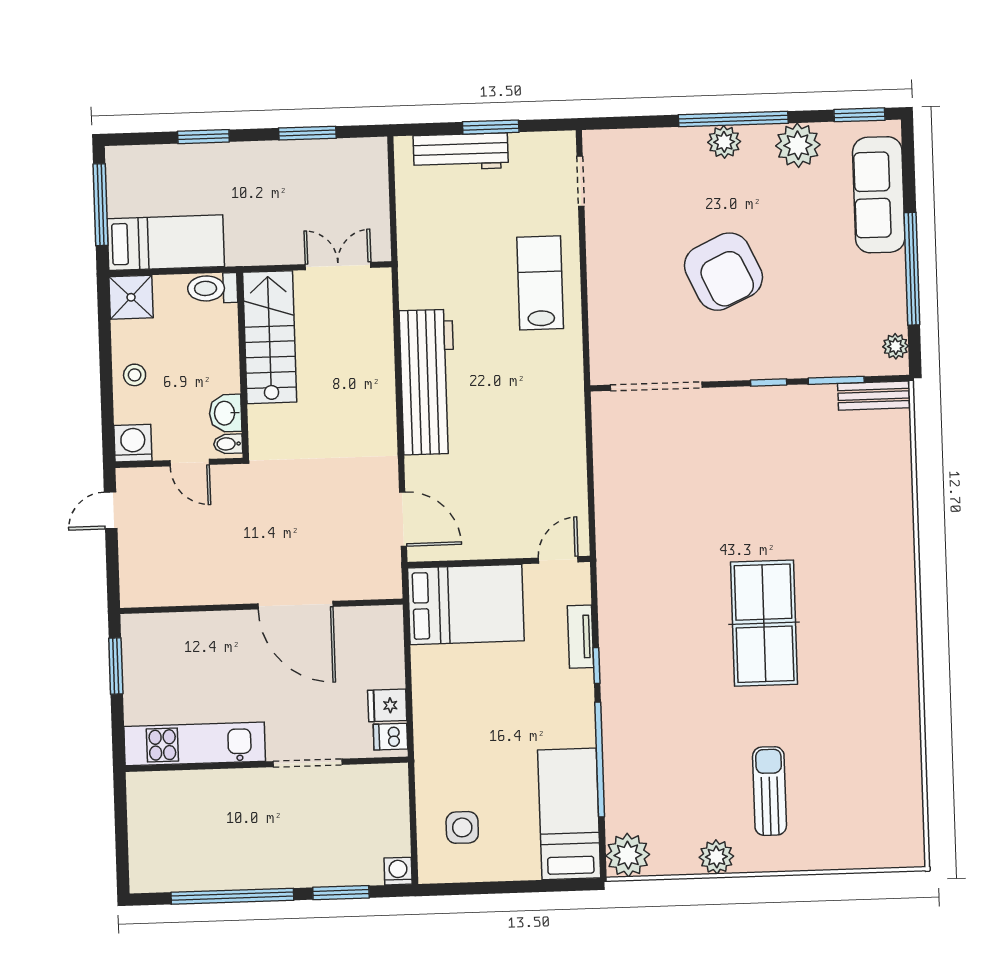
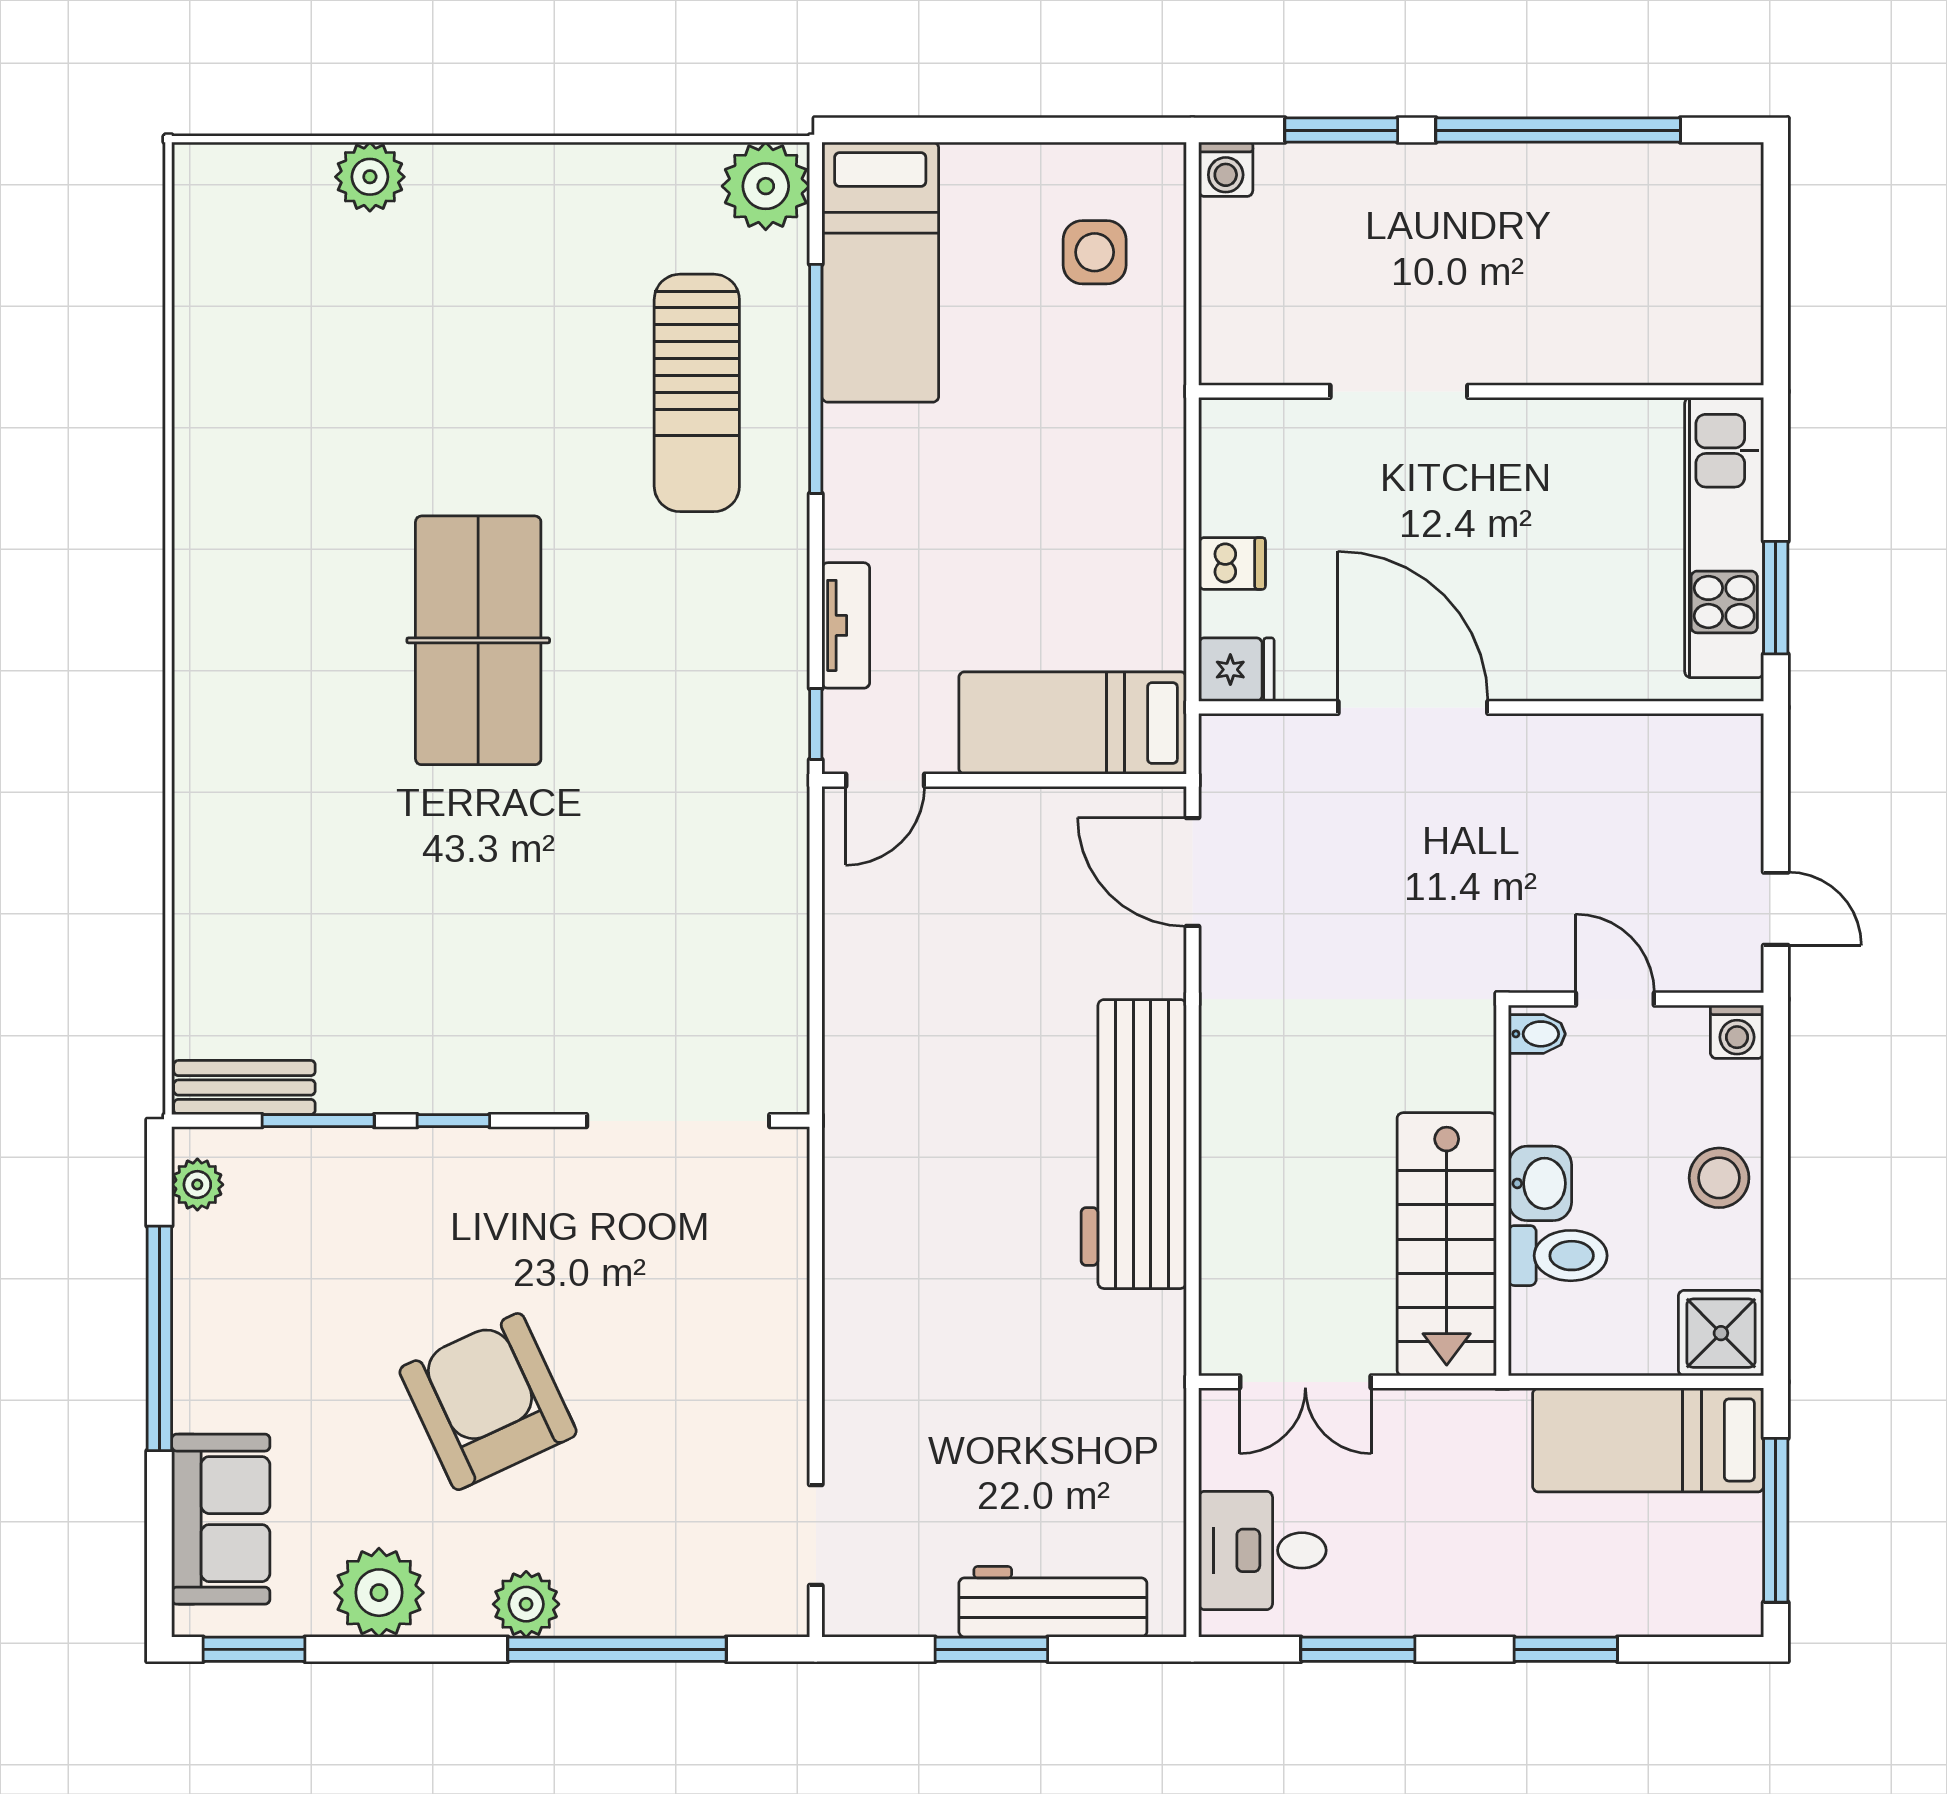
window: (733, 119) -> (617, 1649), moved
desk: (357, 181) -> (1262, 1550), added
sofa: (879, 195) -> (221, 1519), width x0.73
armchair: (723, 272) -> (488, 1402), moved
lab bench: (540, 283) -> (903, 1335), removed
toilet: (212, 288) -> (1558, 1256), moved
stool: (135, 375) -> (1719, 1178), width x1.37, depth x1.37
washbasin: (225, 413) -> (1540, 1183), moved
washing machine: (133, 443) -> (1737, 1032), width x0.73, depth x0.73
door: (111, 510) -> (1776, 909), hinge flipped
bed: (466, 604) -> (1073, 723), width x0.67
window: (597, 665) -> (816, 724), moved
fridge: (387, 705) -> (1236, 670), moved
dishwasher: (390, 737) -> (1232, 563), moved
kitchen unit: (195, 744) -> (1724, 538), moved, turned 90
sun lounger: (769, 791) -> (697, 393), moved, width x1.36, depth x1.34
plant: (716, 857) -> (370, 177), moved

